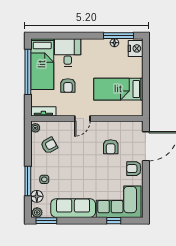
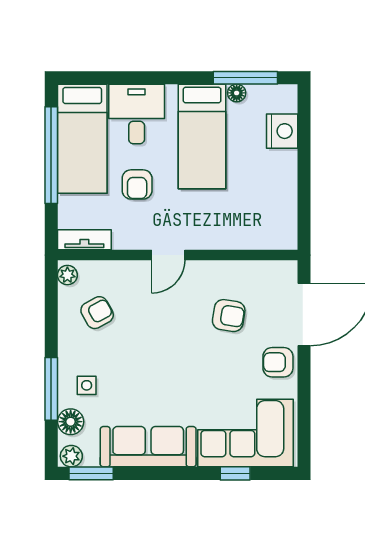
nightstand: (136, 48) -> (282, 131), moved
bed: (118, 89) -> (202, 136), moved, turned -90
armchair: (111, 147) -> (229, 316), turned -81

